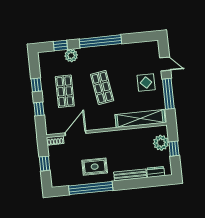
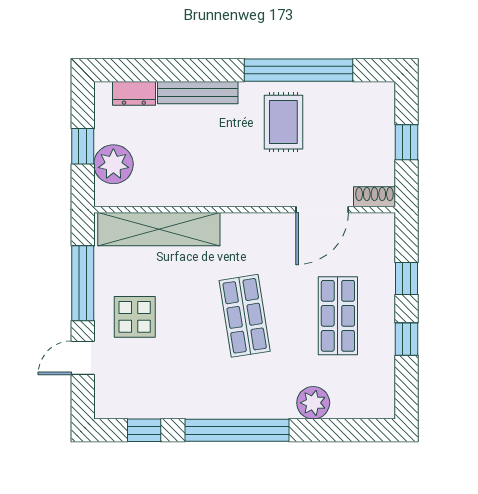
window: (60, 45) -> (144, 430), moved
door: (165, 64) -> (83, 358), hinge flipped
rug: (95, 167) -> (283, 122), turned 90

